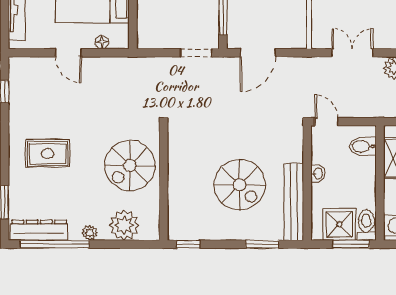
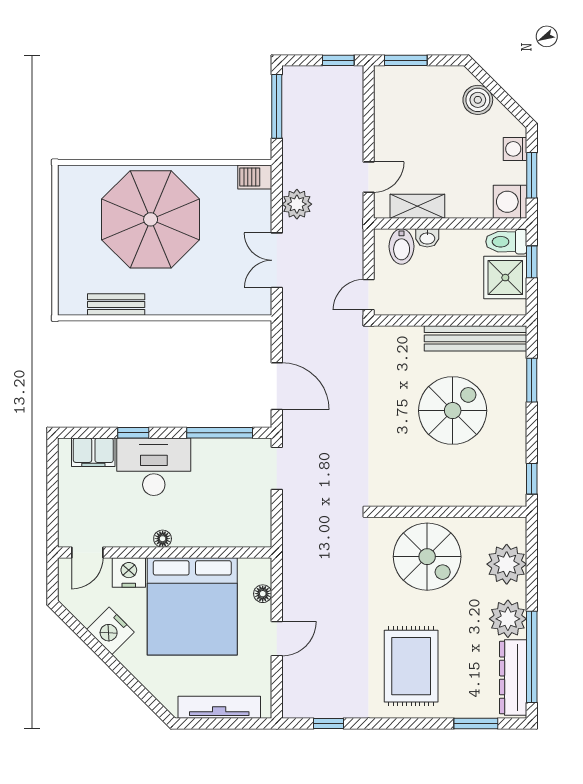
rug: (48, 154) -> (411, 666), width x1.36, depth x1.43
washbasin: (318, 174) -> (427, 238), moved, turned 180
plant: (90, 233) -> (508, 619), width x1.88, depth x1.88
window: (351, 244) -> (532, 262), width x0.67

